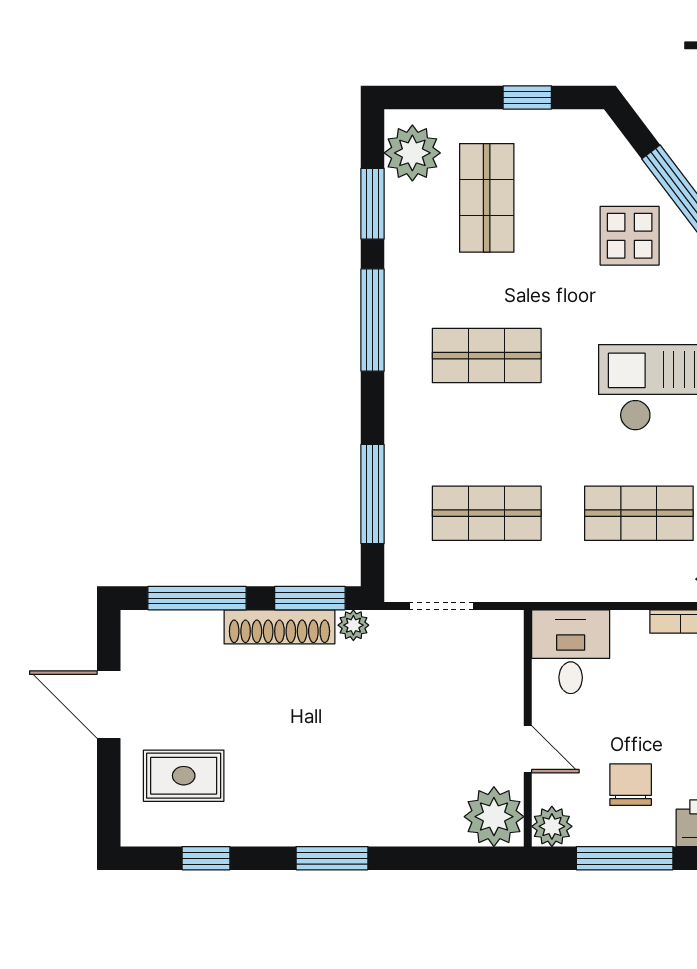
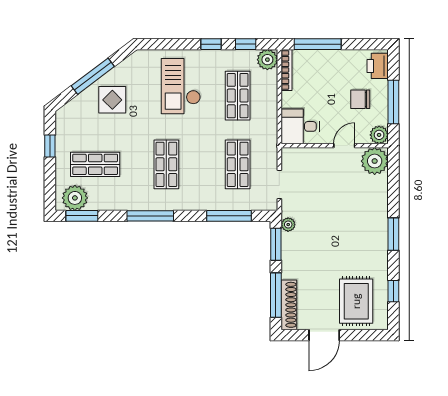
window: (373, 204) -> (82, 216), moved
shoe rack: (279, 627) -> (289, 305), moved
rug: (184, 776) -> (356, 301), width x1.36, depth x1.43

